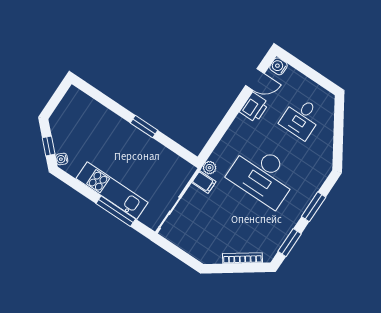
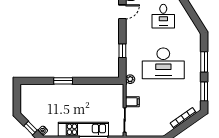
printer: (254, 107) -> (133, 28), removed
window: (144, 127) -> (63, 81), moved
window: (223, 127) -> (122, 51), added
filing cabinet: (204, 182) -> (132, 102), moved

